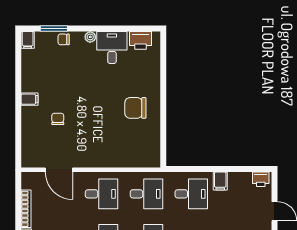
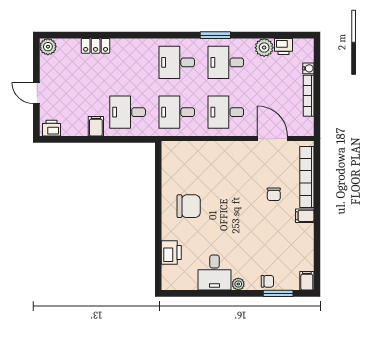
printer: (140, 40) -> (171, 253), moved, turned 90
bookcase: (28, 135) -> (307, 177), added

